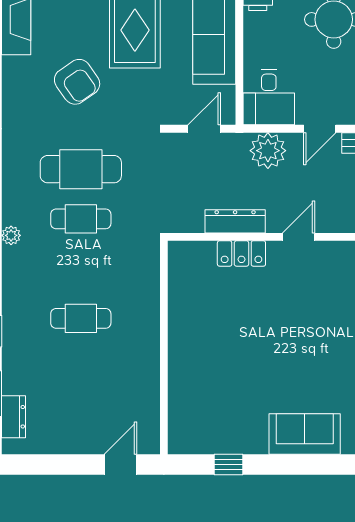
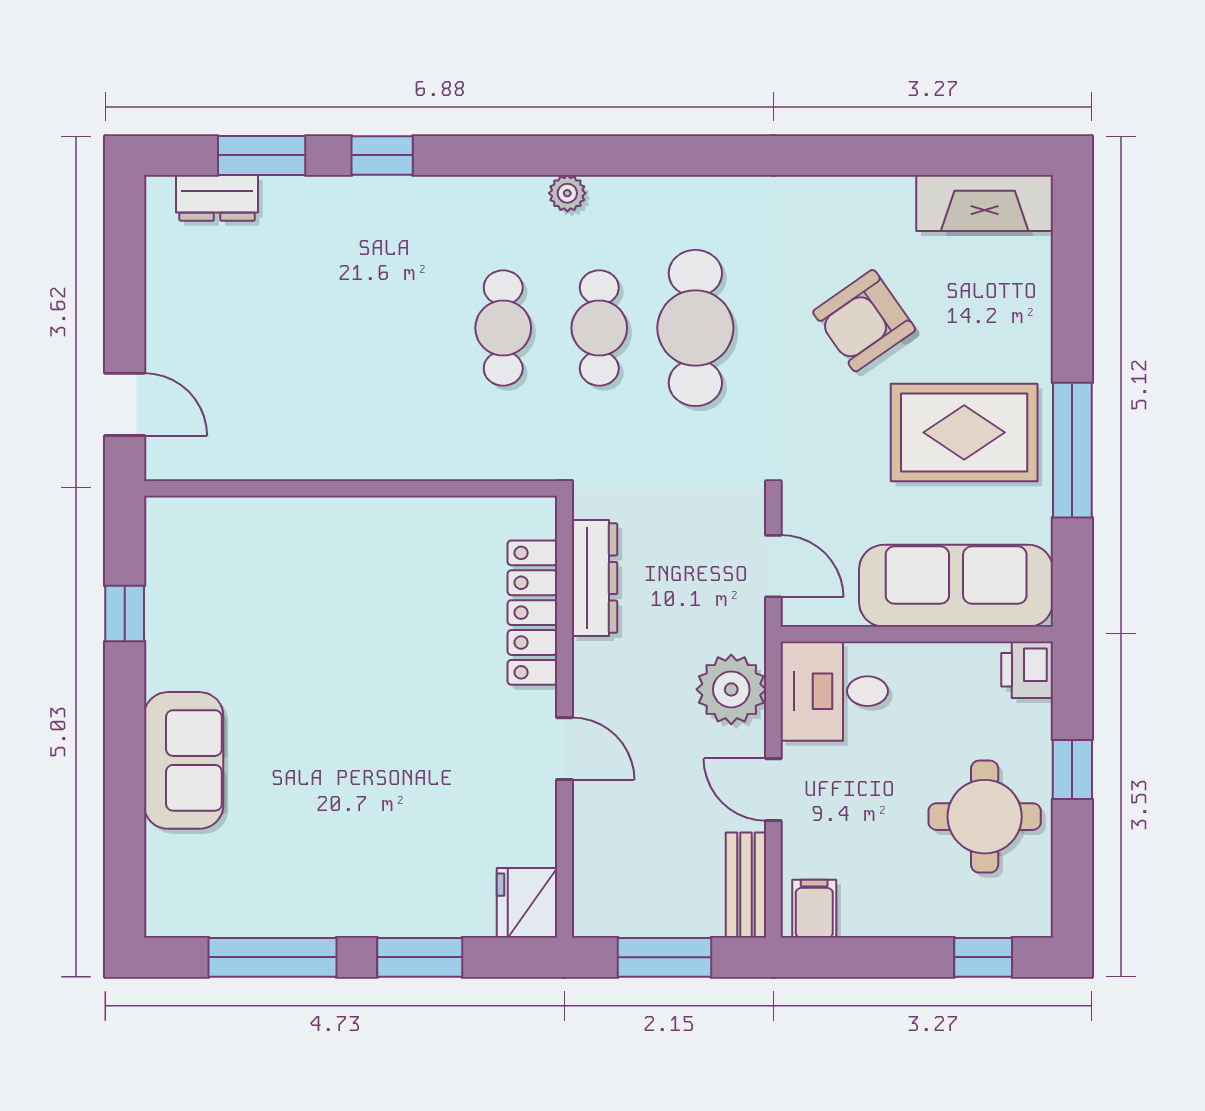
dresser: (235, 221) -> (594, 578), moved
locker: (241, 253) -> (532, 613), width x1.53
cafe table: (81, 318) -> (503, 328), moved

